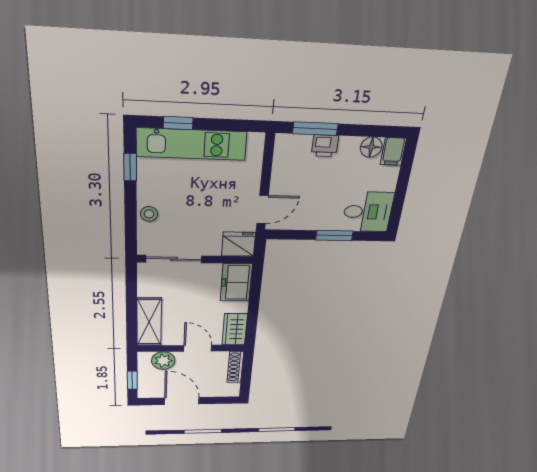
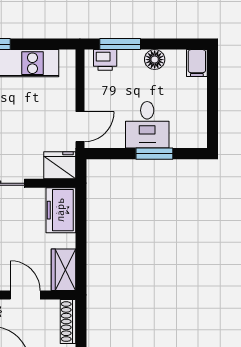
printer: (325, 146) -> (105, 60), moved
floor lamp: (371, 147) -> (155, 60), moved
desk: (368, 212) -> (147, 125), moved, turned 90

